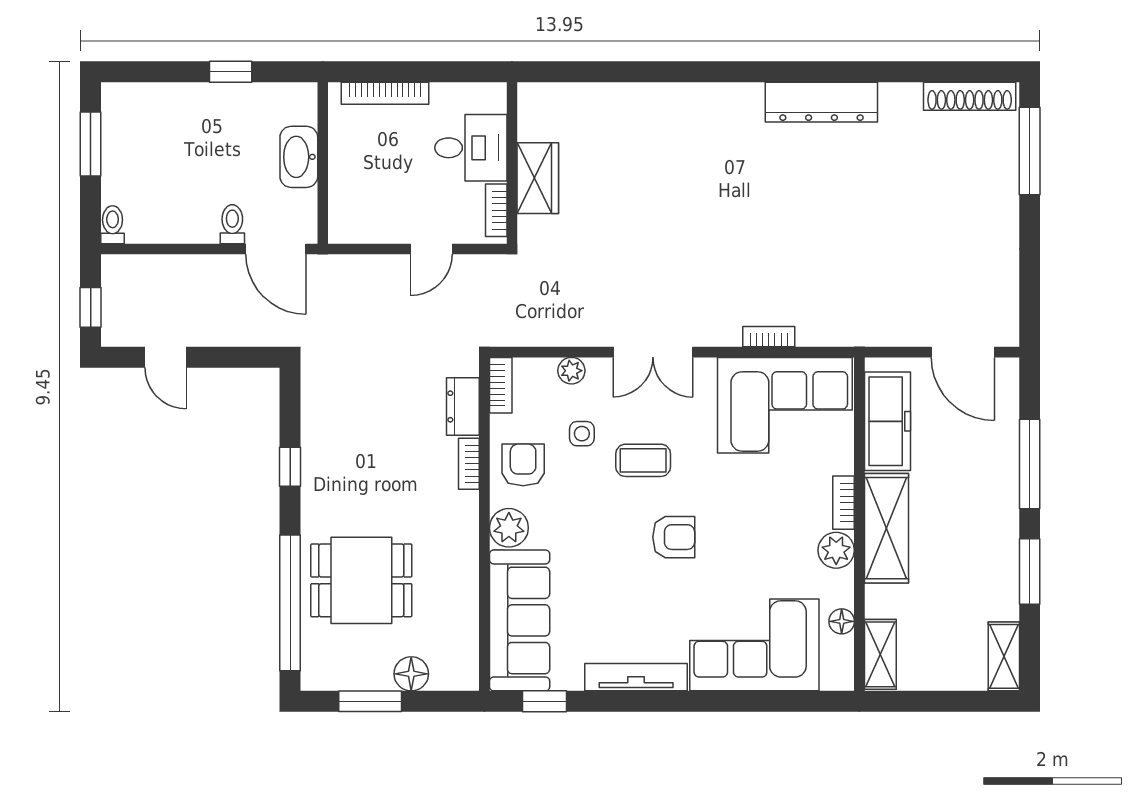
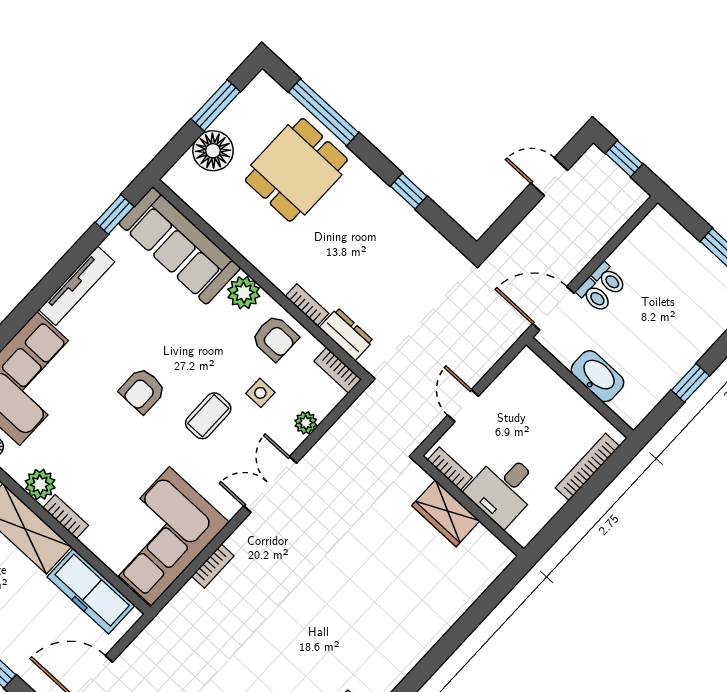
toilet: (113, 225) -> (609, 279), moved
window: (290, 603) -> (324, 112), width x0.68
floor lamp: (411, 674) -> (213, 151), width x1.38, depth x1.38

